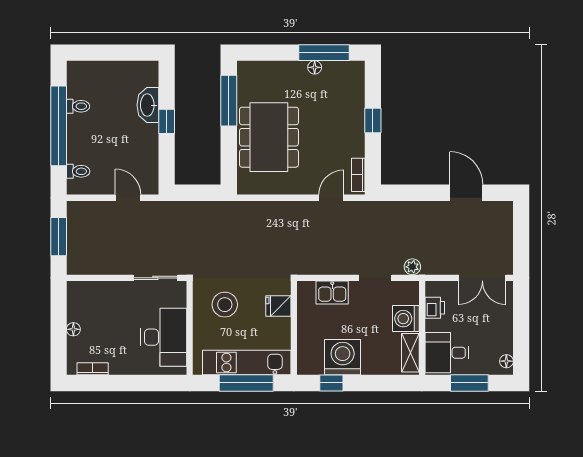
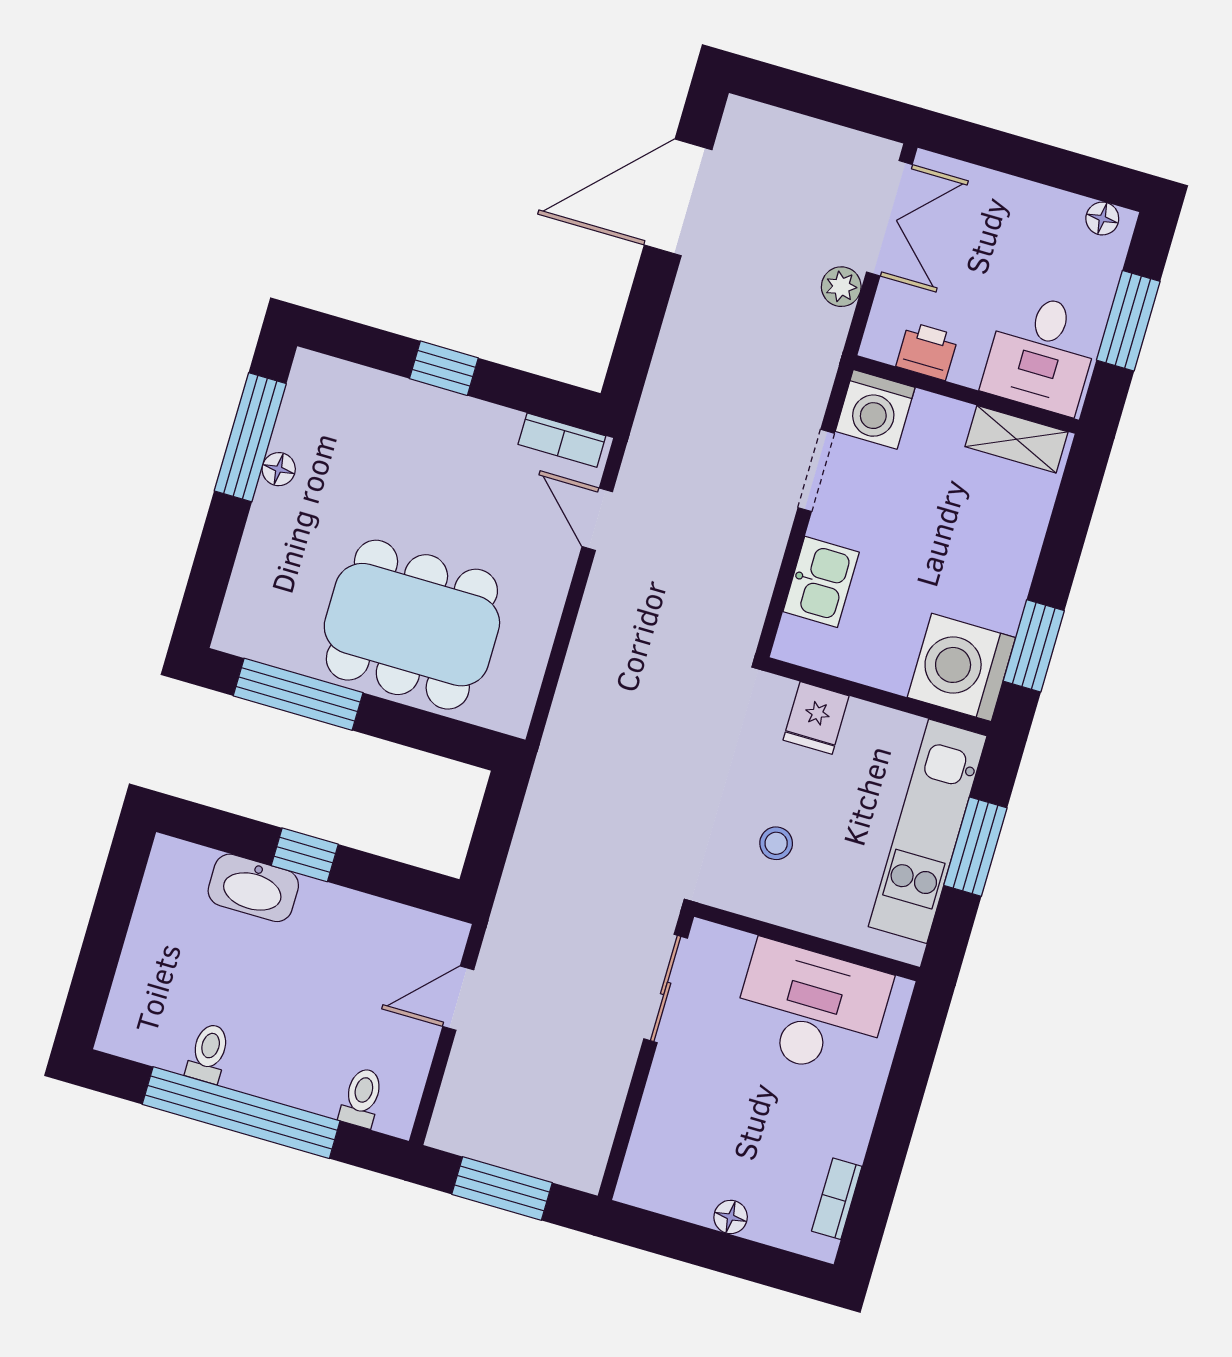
door: (466, 193) -> (678, 197), width x1.36
plant: (412, 267) -> (841, 287), moved
stool: (225, 305) -> (776, 843), width x0.53, depth x0.53
washing machine: (406, 319) -> (875, 409), moved
washing machine: (343, 357) -> (961, 667), moved
window: (246, 383) -> (975, 847), width x0.69
window: (331, 383) -> (1034, 646), width x1.50

